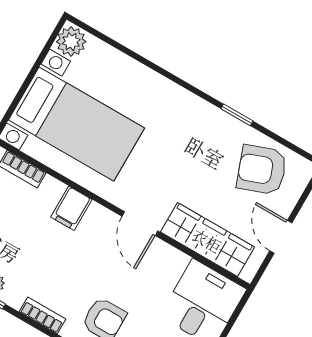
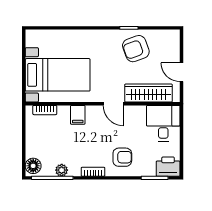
plant: (71, 42) -> (33, 38), removed
armchair: (262, 170) -> (136, 49), moved

